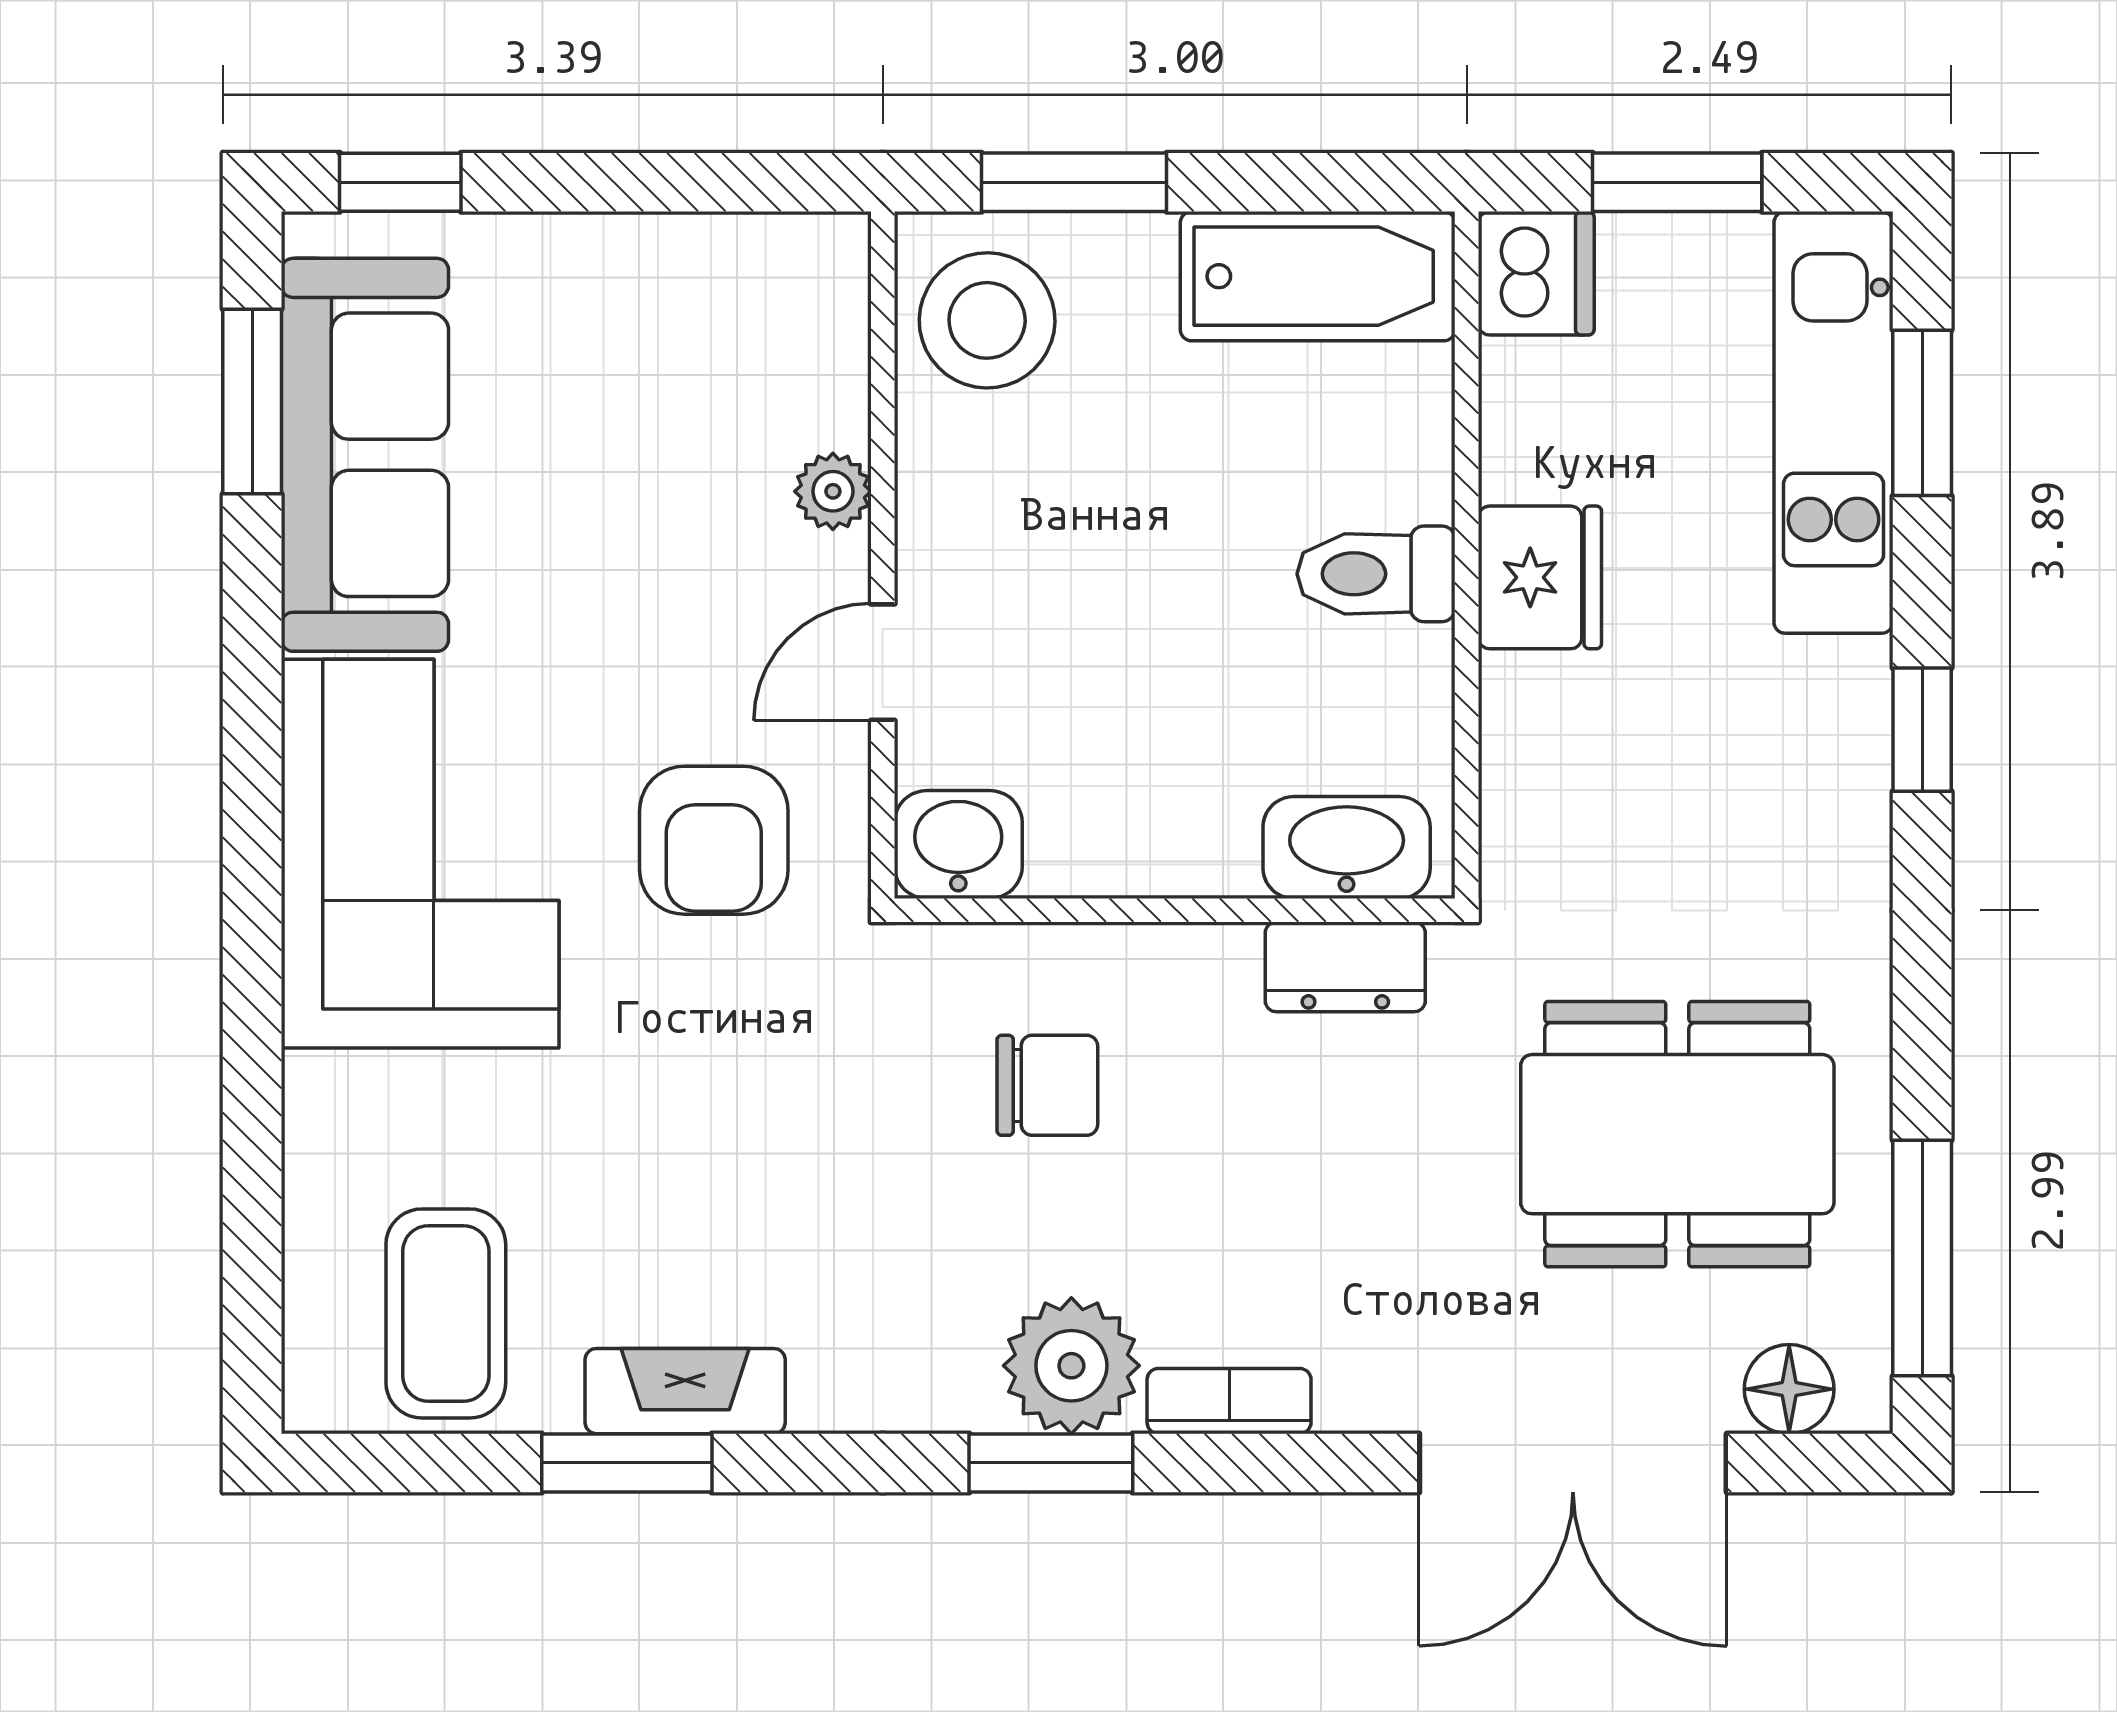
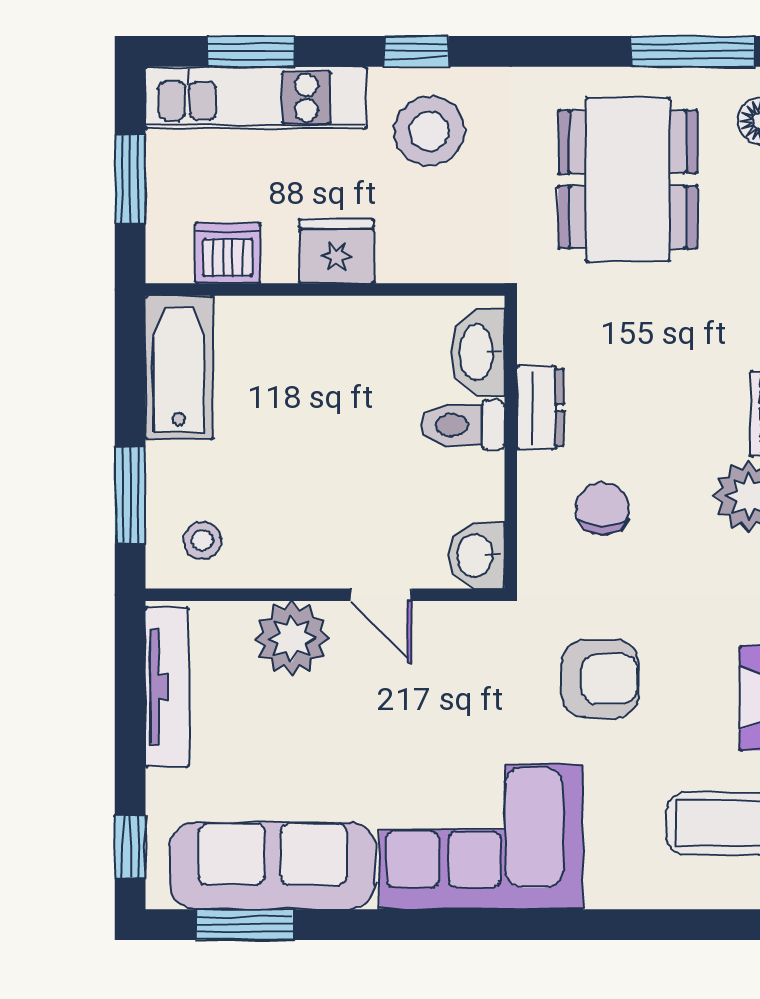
tv unit: (706, 253) -> (167, 687), added
dishwasher: (1536, 273) -> (228, 253), moved
stool: (987, 320) -> (202, 540), width x0.53, depth x0.53
plant: (833, 491) -> (292, 638), width x1.87, depth x1.87
toilet: (1376, 574) -> (463, 425), moved, turned 90
stool: (1770, 754) -> (429, 131), added
armchair: (714, 840) -> (600, 679), moved
dresser: (1345, 967) -> (540, 407), moved

